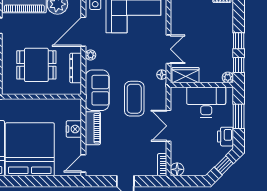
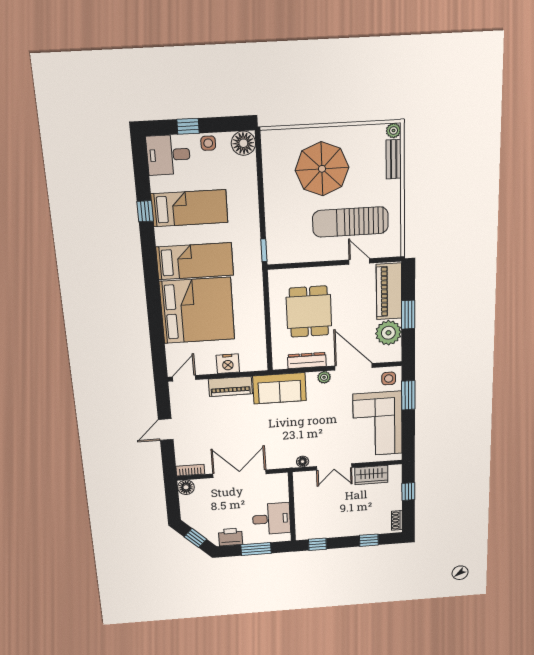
window: (239, 41) -> (369, 540), moved
wardrobe: (186, 75) -> (371, 475), moved, turned 90
plant: (228, 77) -> (302, 534), removed
coffee table: (134, 99) -> (271, 432), removed
desk: (206, 102) -> (271, 519), width x0.73
double door: (169, 126) -> (239, 474), width x1.37
door: (83, 163) -> (184, 378), hinge flipped

